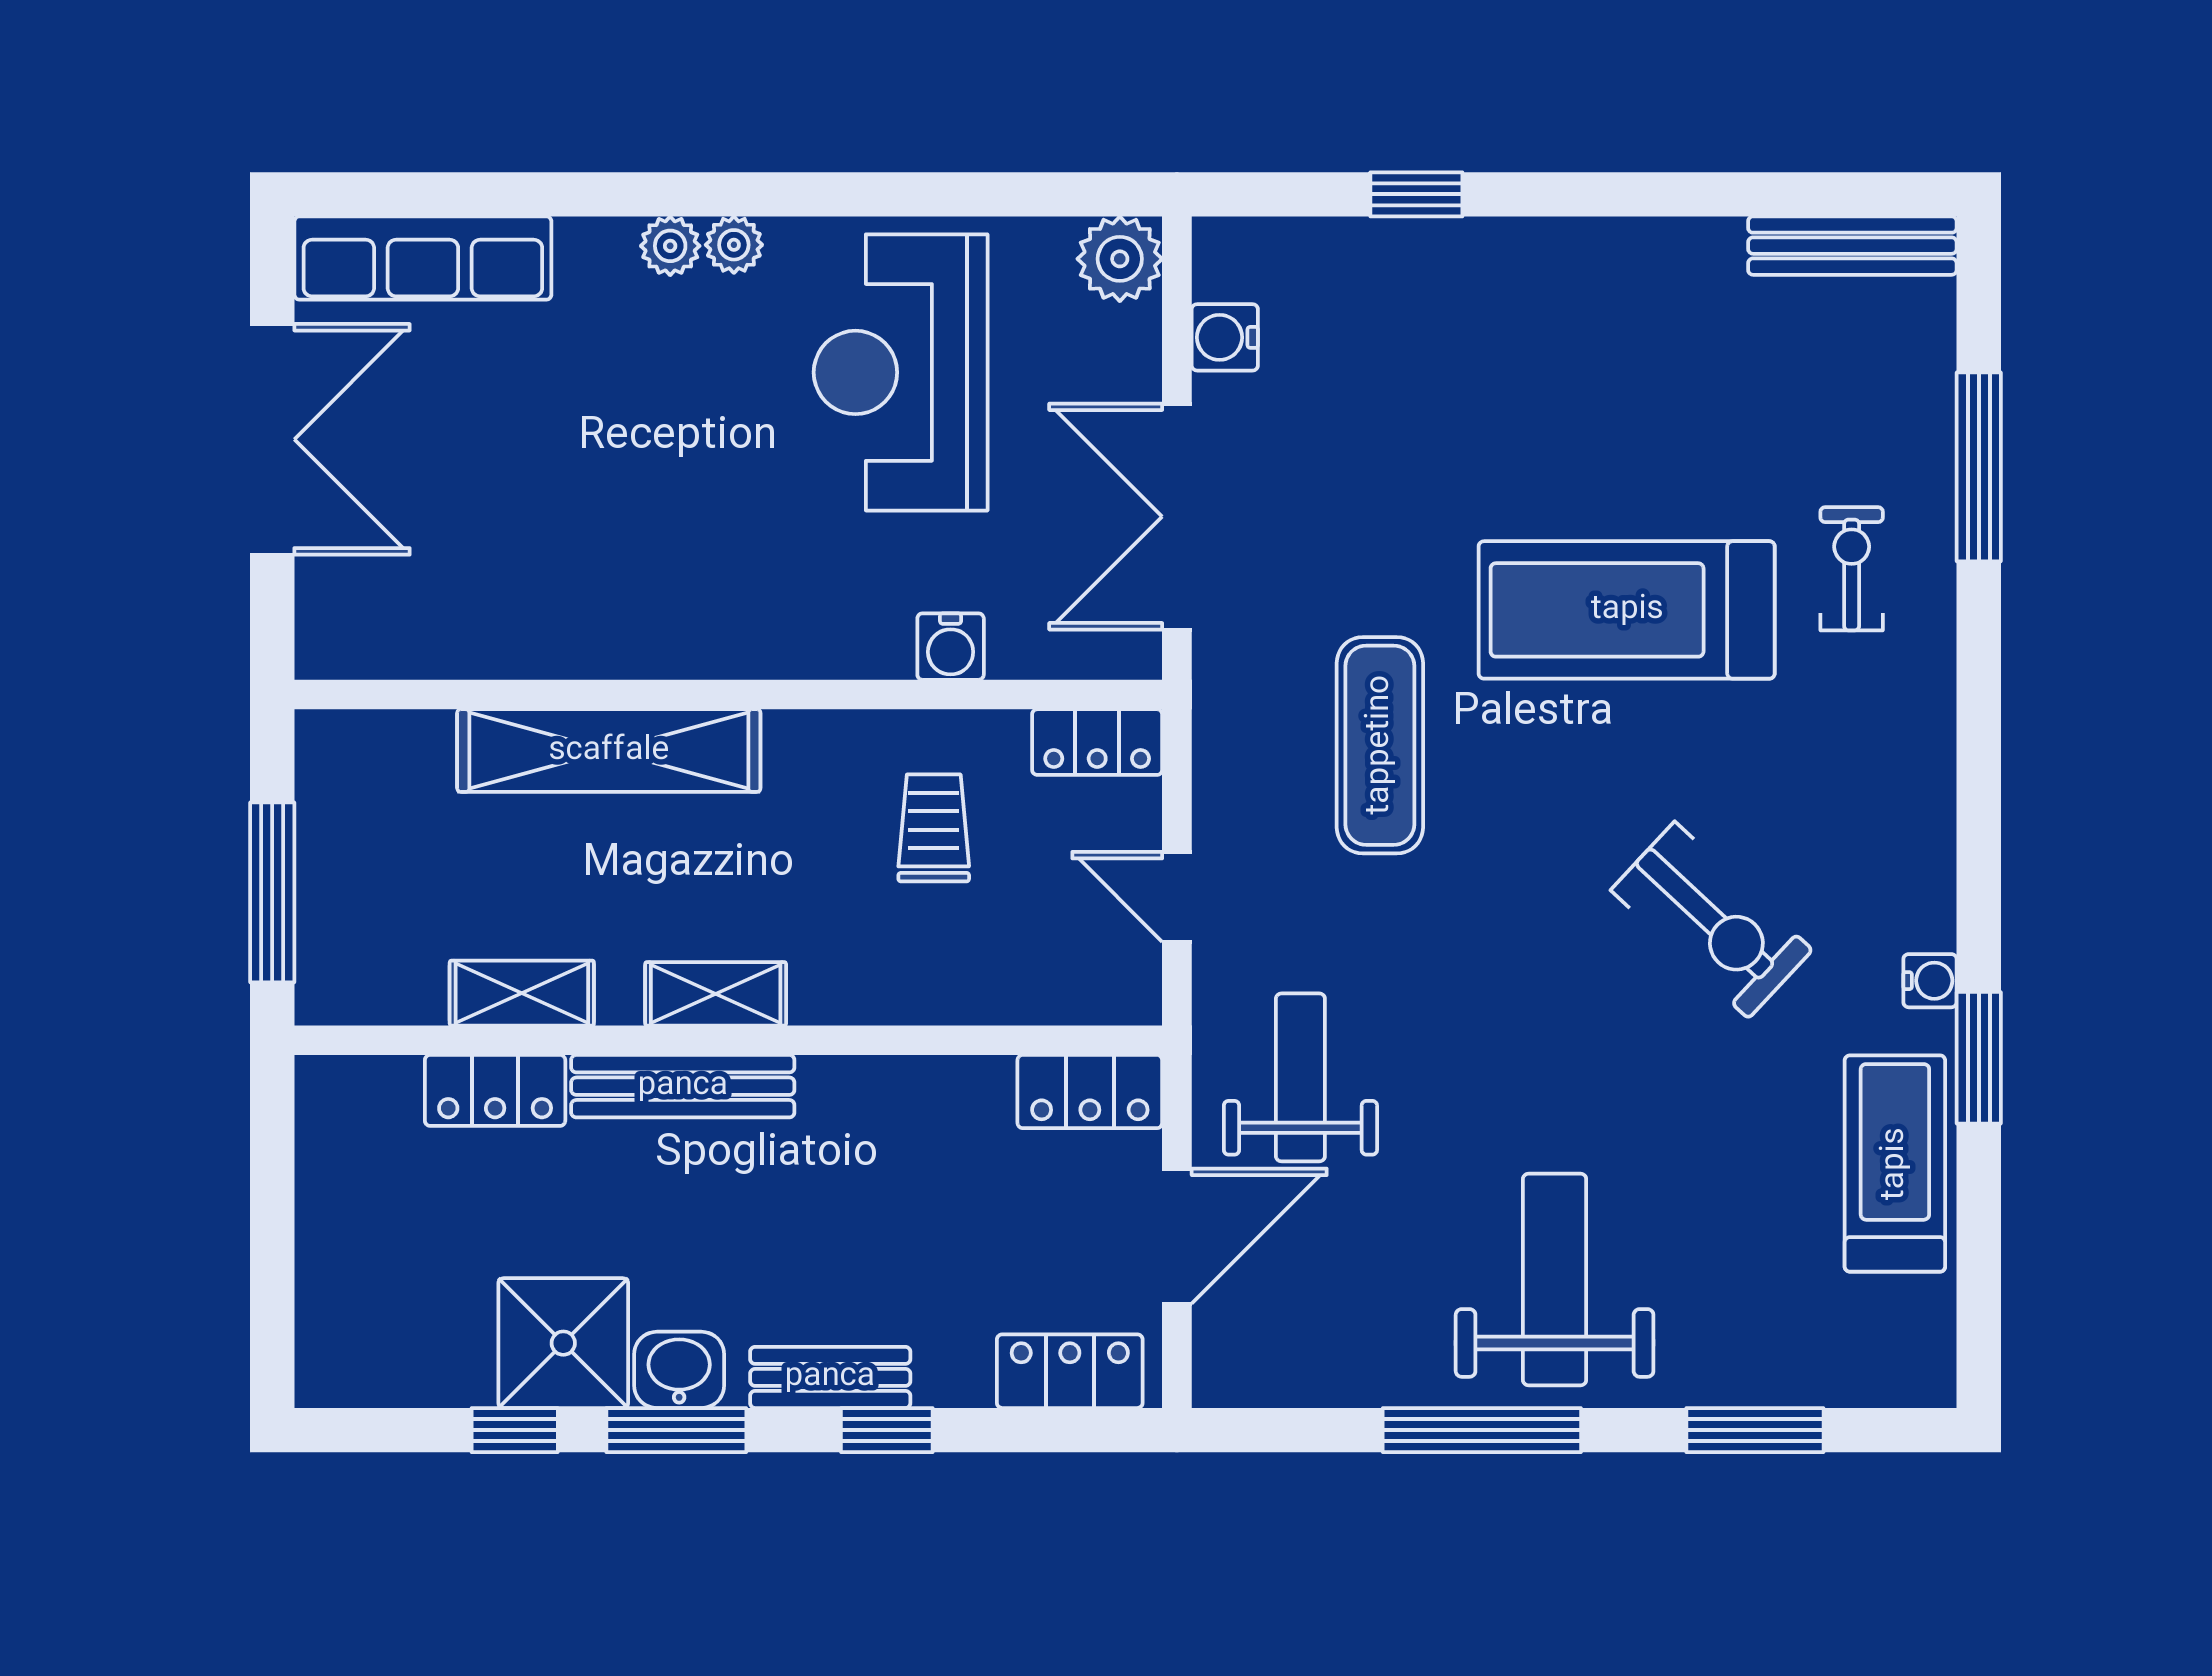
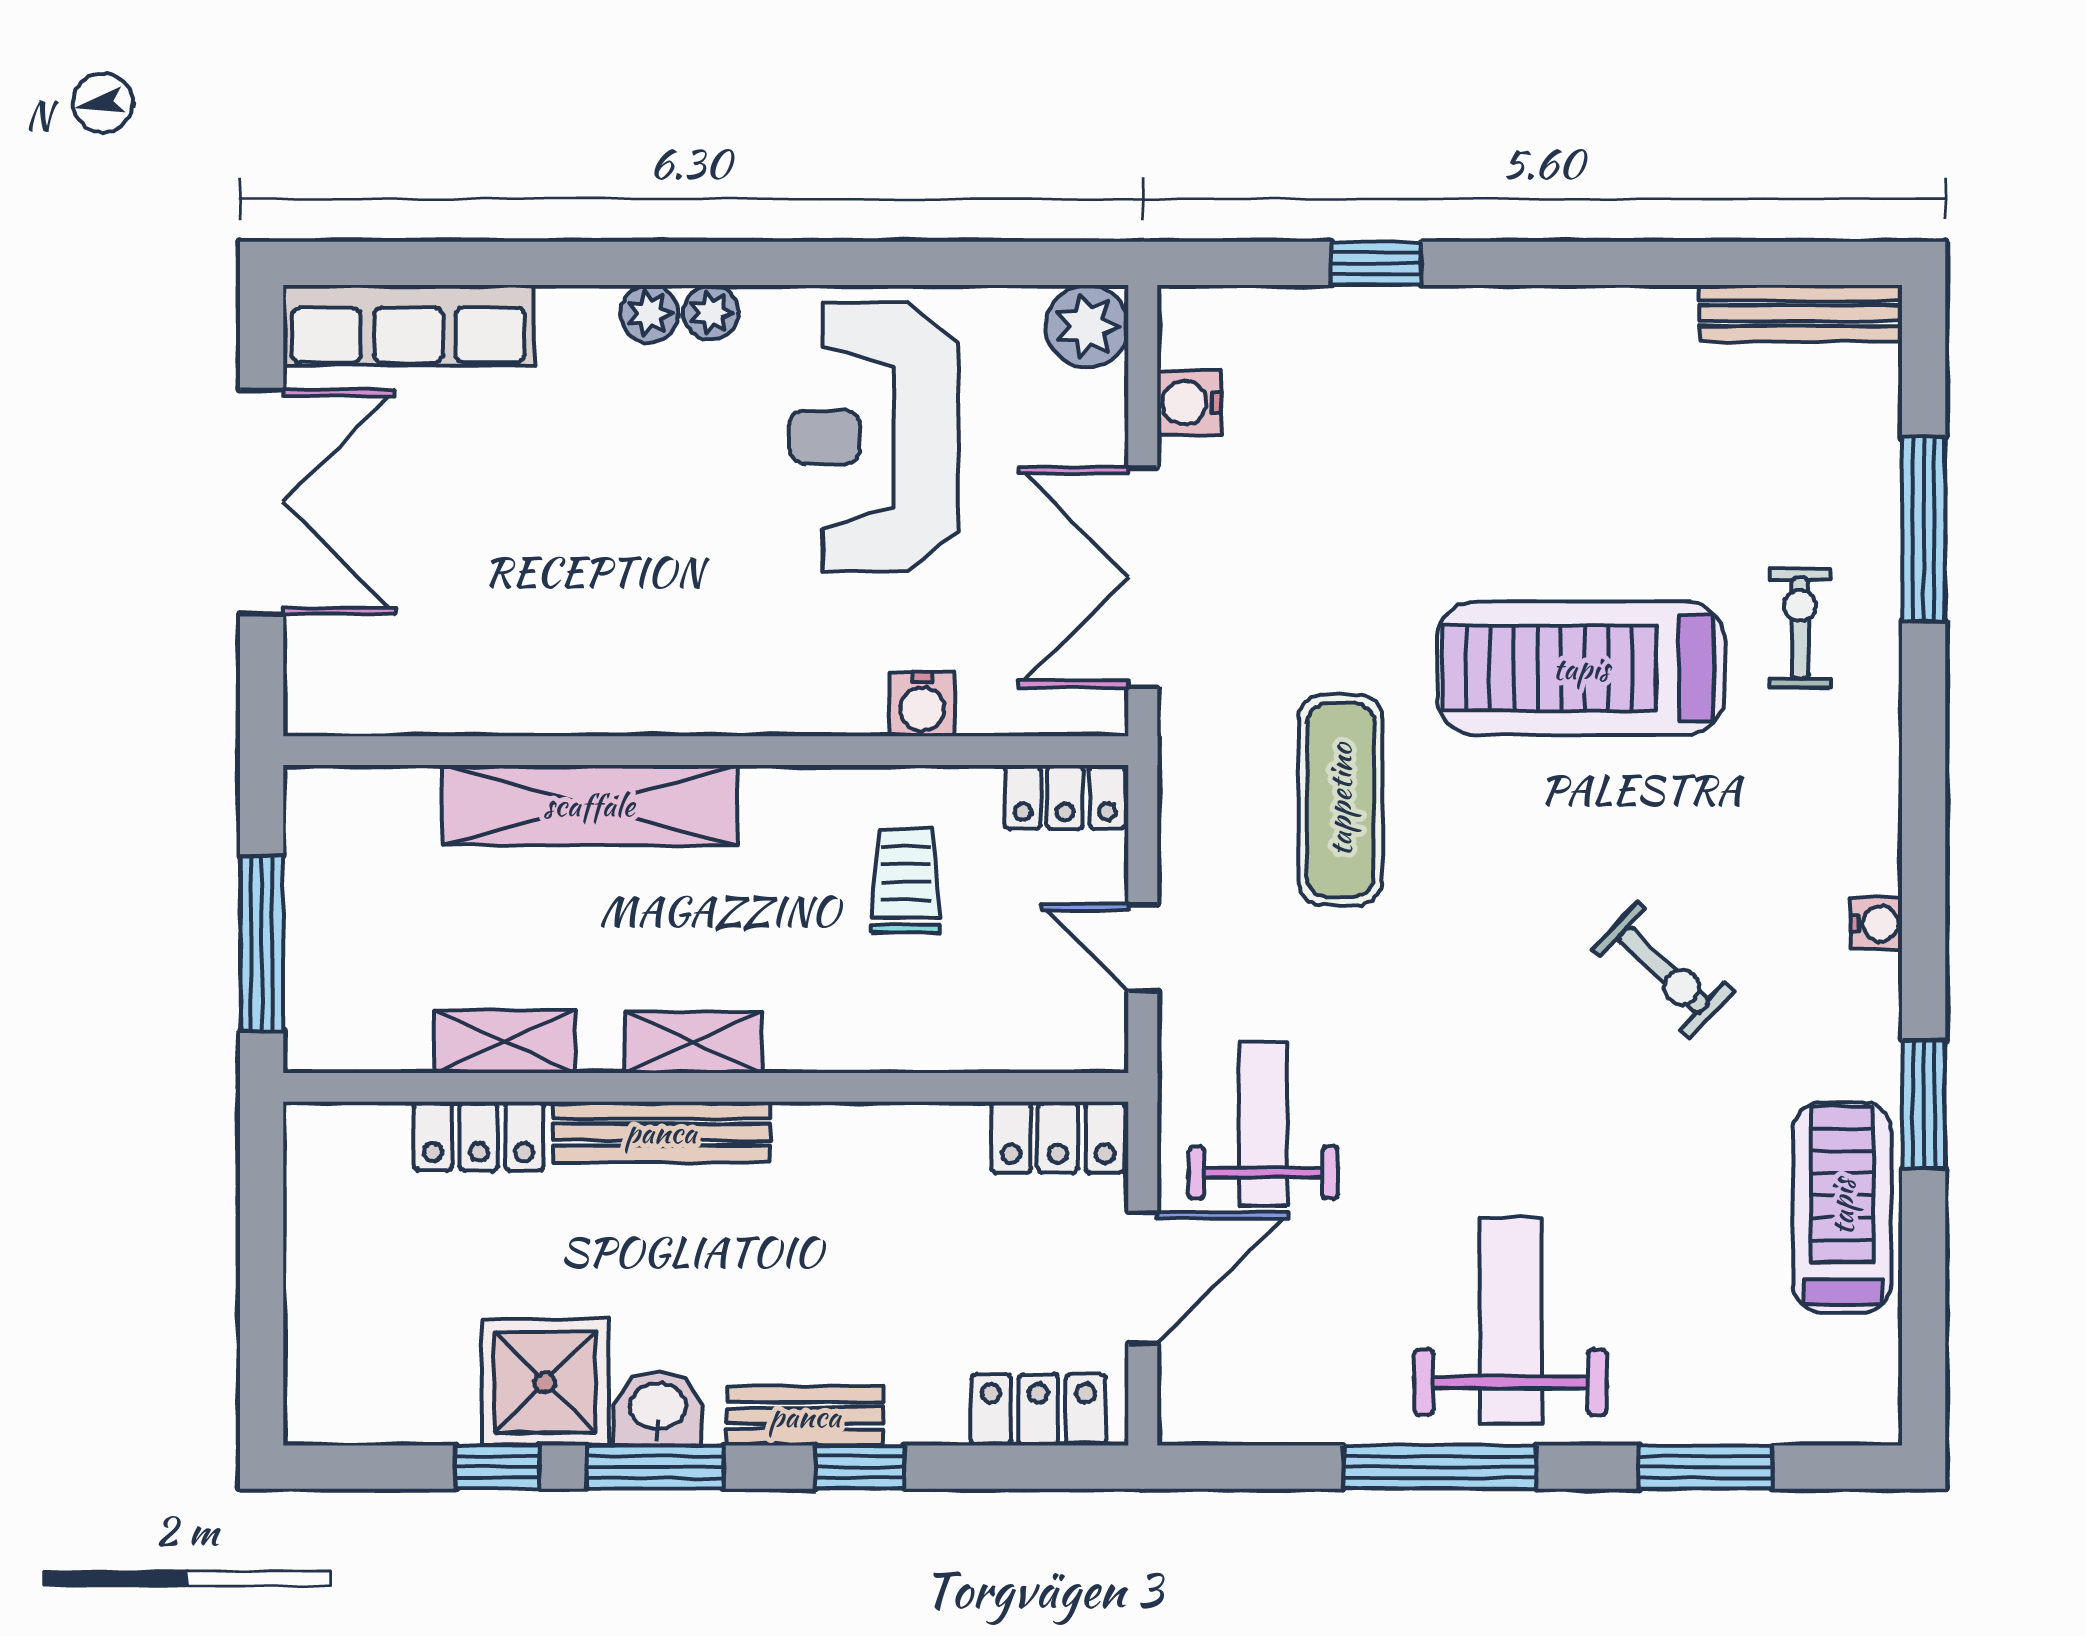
exercise bike: (1712, 920) -> (1663, 970), width x0.73, depth x0.72
water cooler: (1930, 981) -> (1876, 924), moved

